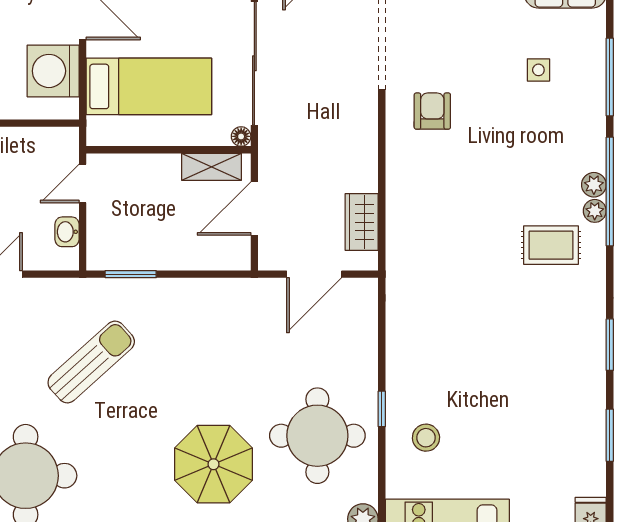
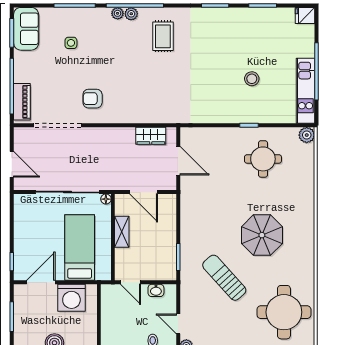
shelving: (212, 167) -> (122, 232), moved
plant: (595, 211) -> (118, 13), moved
round table: (317, 436) -> (263, 159), width x0.73, depth x0.73
stool: (426, 438) -> (252, 79), moved
parasol: (214, 464) -> (262, 235), moved

